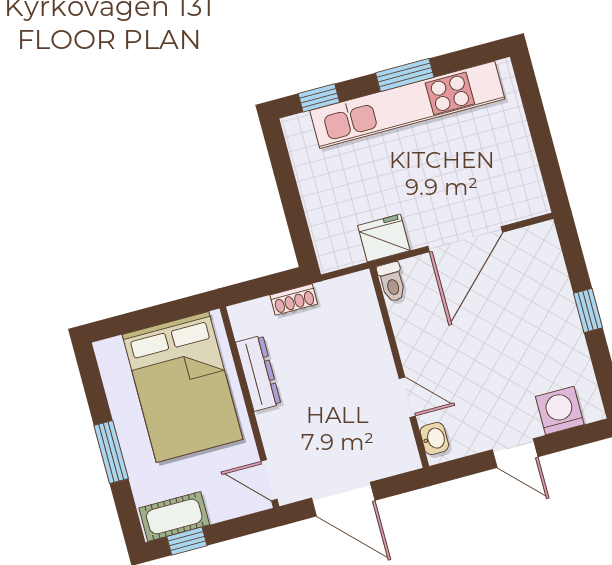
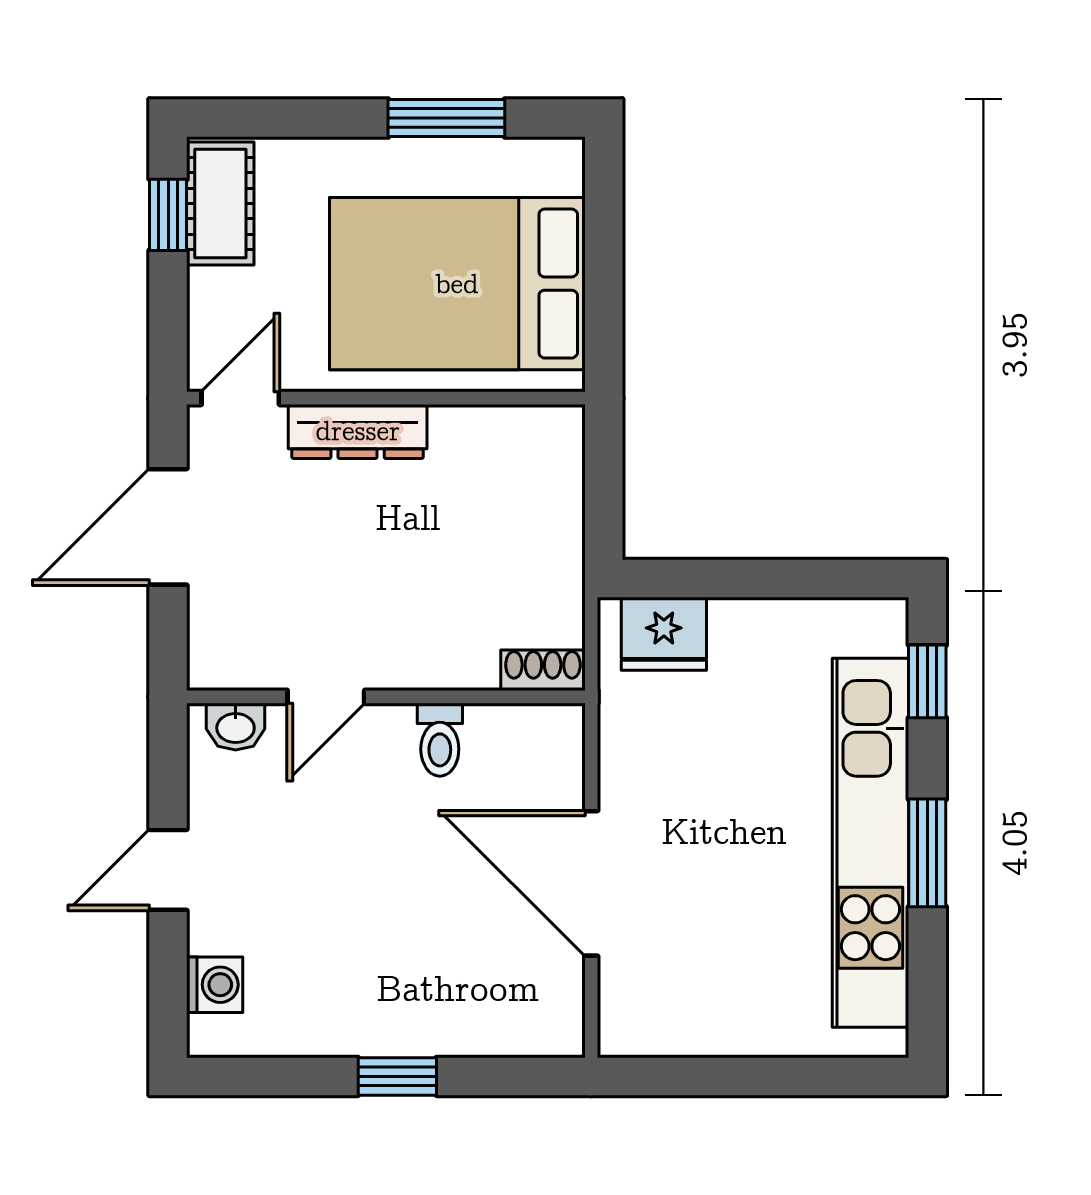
fridge: (384, 238) -> (664, 634), moved, turned 90
toilet: (392, 282) -> (440, 740), moved, turned -90
shoe rack: (294, 299) -> (543, 670), moved, turned 90
dresser: (258, 373) -> (358, 431), moved
washing machine: (560, 410) -> (215, 985), width x0.73, depth x0.73
window: (111, 452) -> (446, 118), moved

